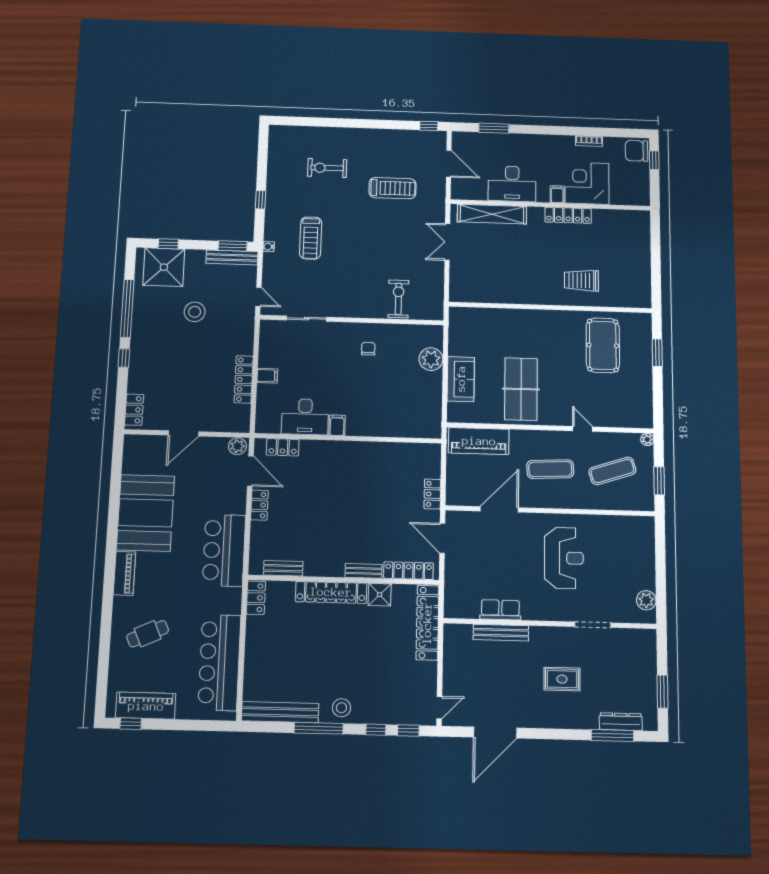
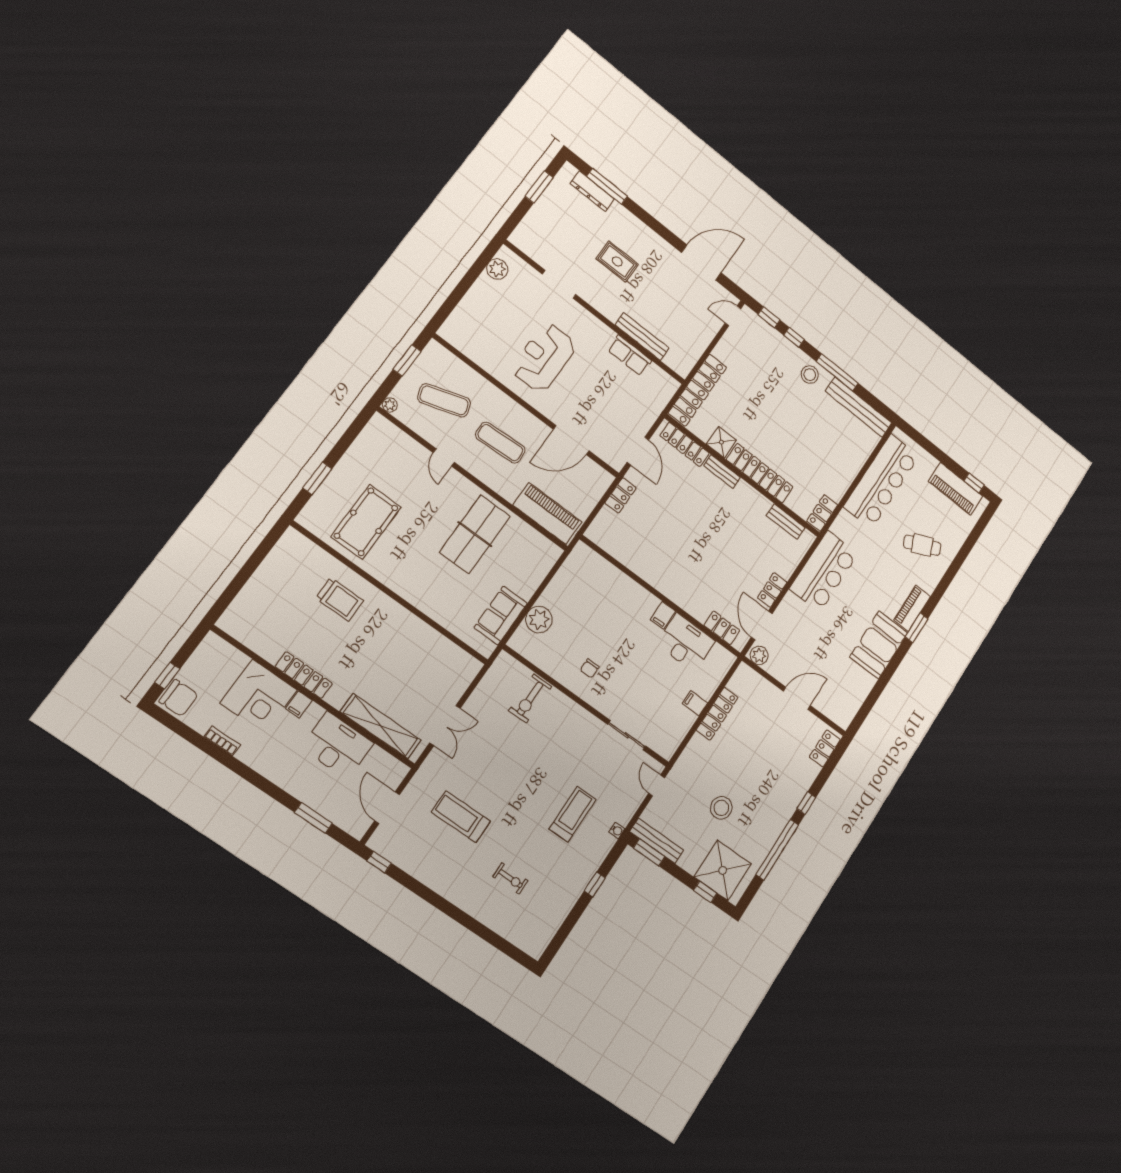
exercise bike: (327, 168) -> (511, 879), width x0.73, depth x0.72
sofa: (461, 379) -> (501, 615), moved
booth: (145, 513) -> (879, 645), width x0.73, depth x0.70
window: (110, 560) -> (917, 628), added

